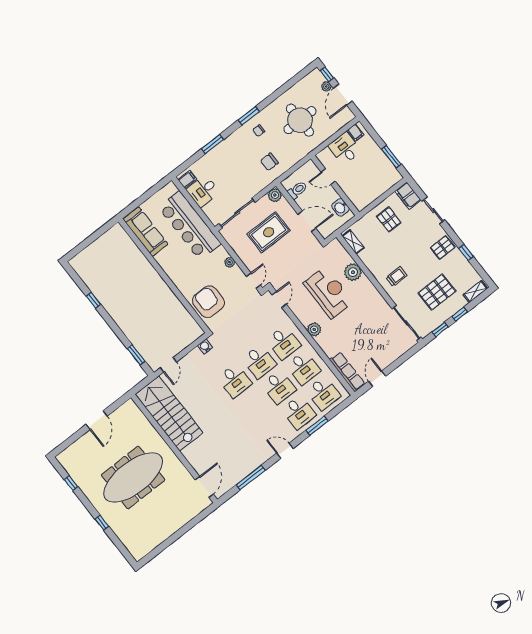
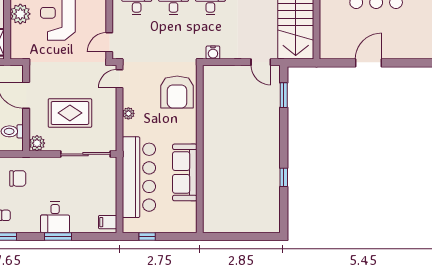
window: (153, 190) -> (147, 237), added
desk: (203, 191) -> (55, 217), moved, turned 90
sofa: (145, 232) -> (185, 172), moved
door: (168, 365) -> (261, 62), swing flipped

